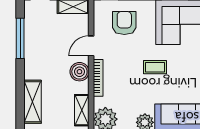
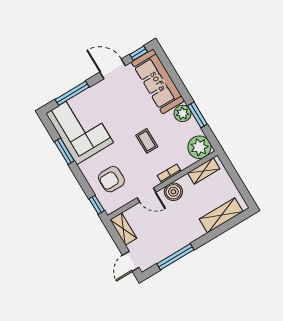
coffee table: (155, 67) -> (147, 141), moved
bookcase: (98, 78) -> (169, 173), width x0.64

